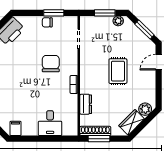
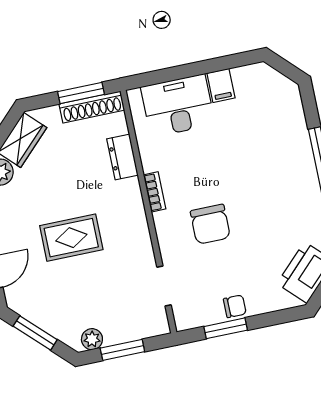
rug: (118, 71) -> (71, 238), turned 90
desk: (50, 123) -> (178, 106), width x1.37
filing cabinet: (15, 128) -> (221, 85), moved

